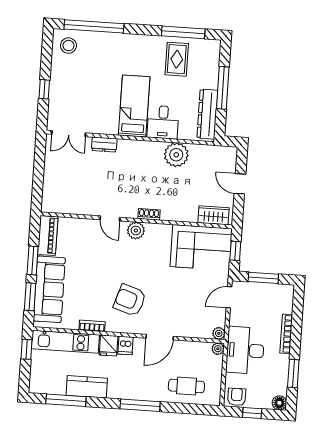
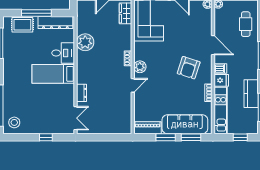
rug: (177, 59) -> (22, 25), moved
window: (26, 349) -> (240, 137), moved

